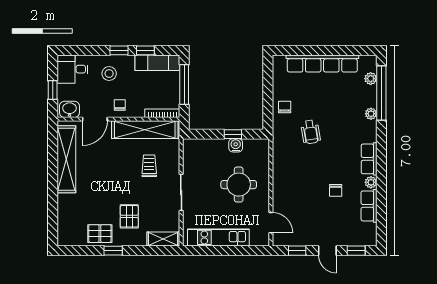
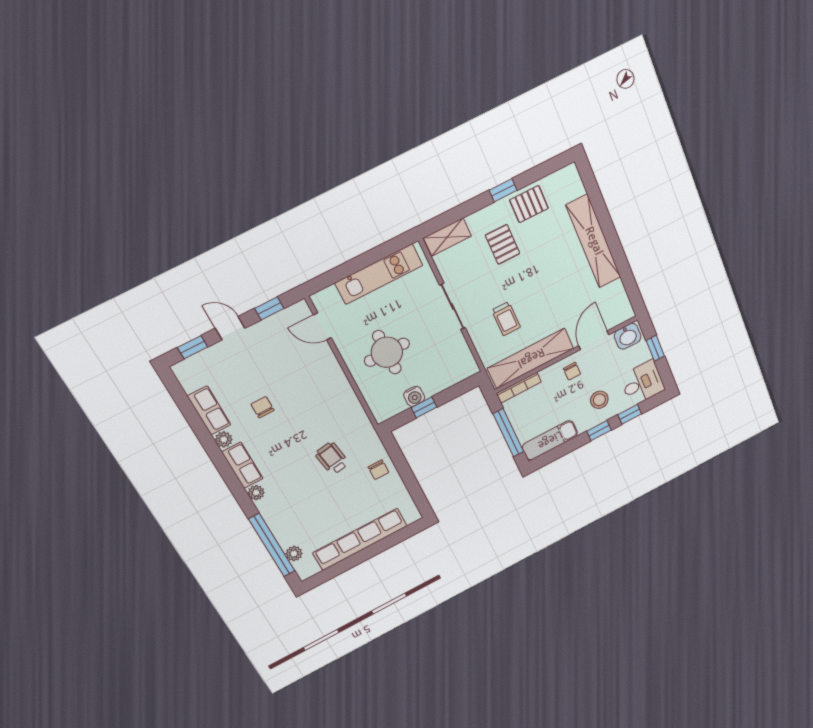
window: (145, 50) -> (630, 414), moved
plant: (371, 114) -> (256, 493), moved
shelving: (66, 159) -> (594, 241), moved

